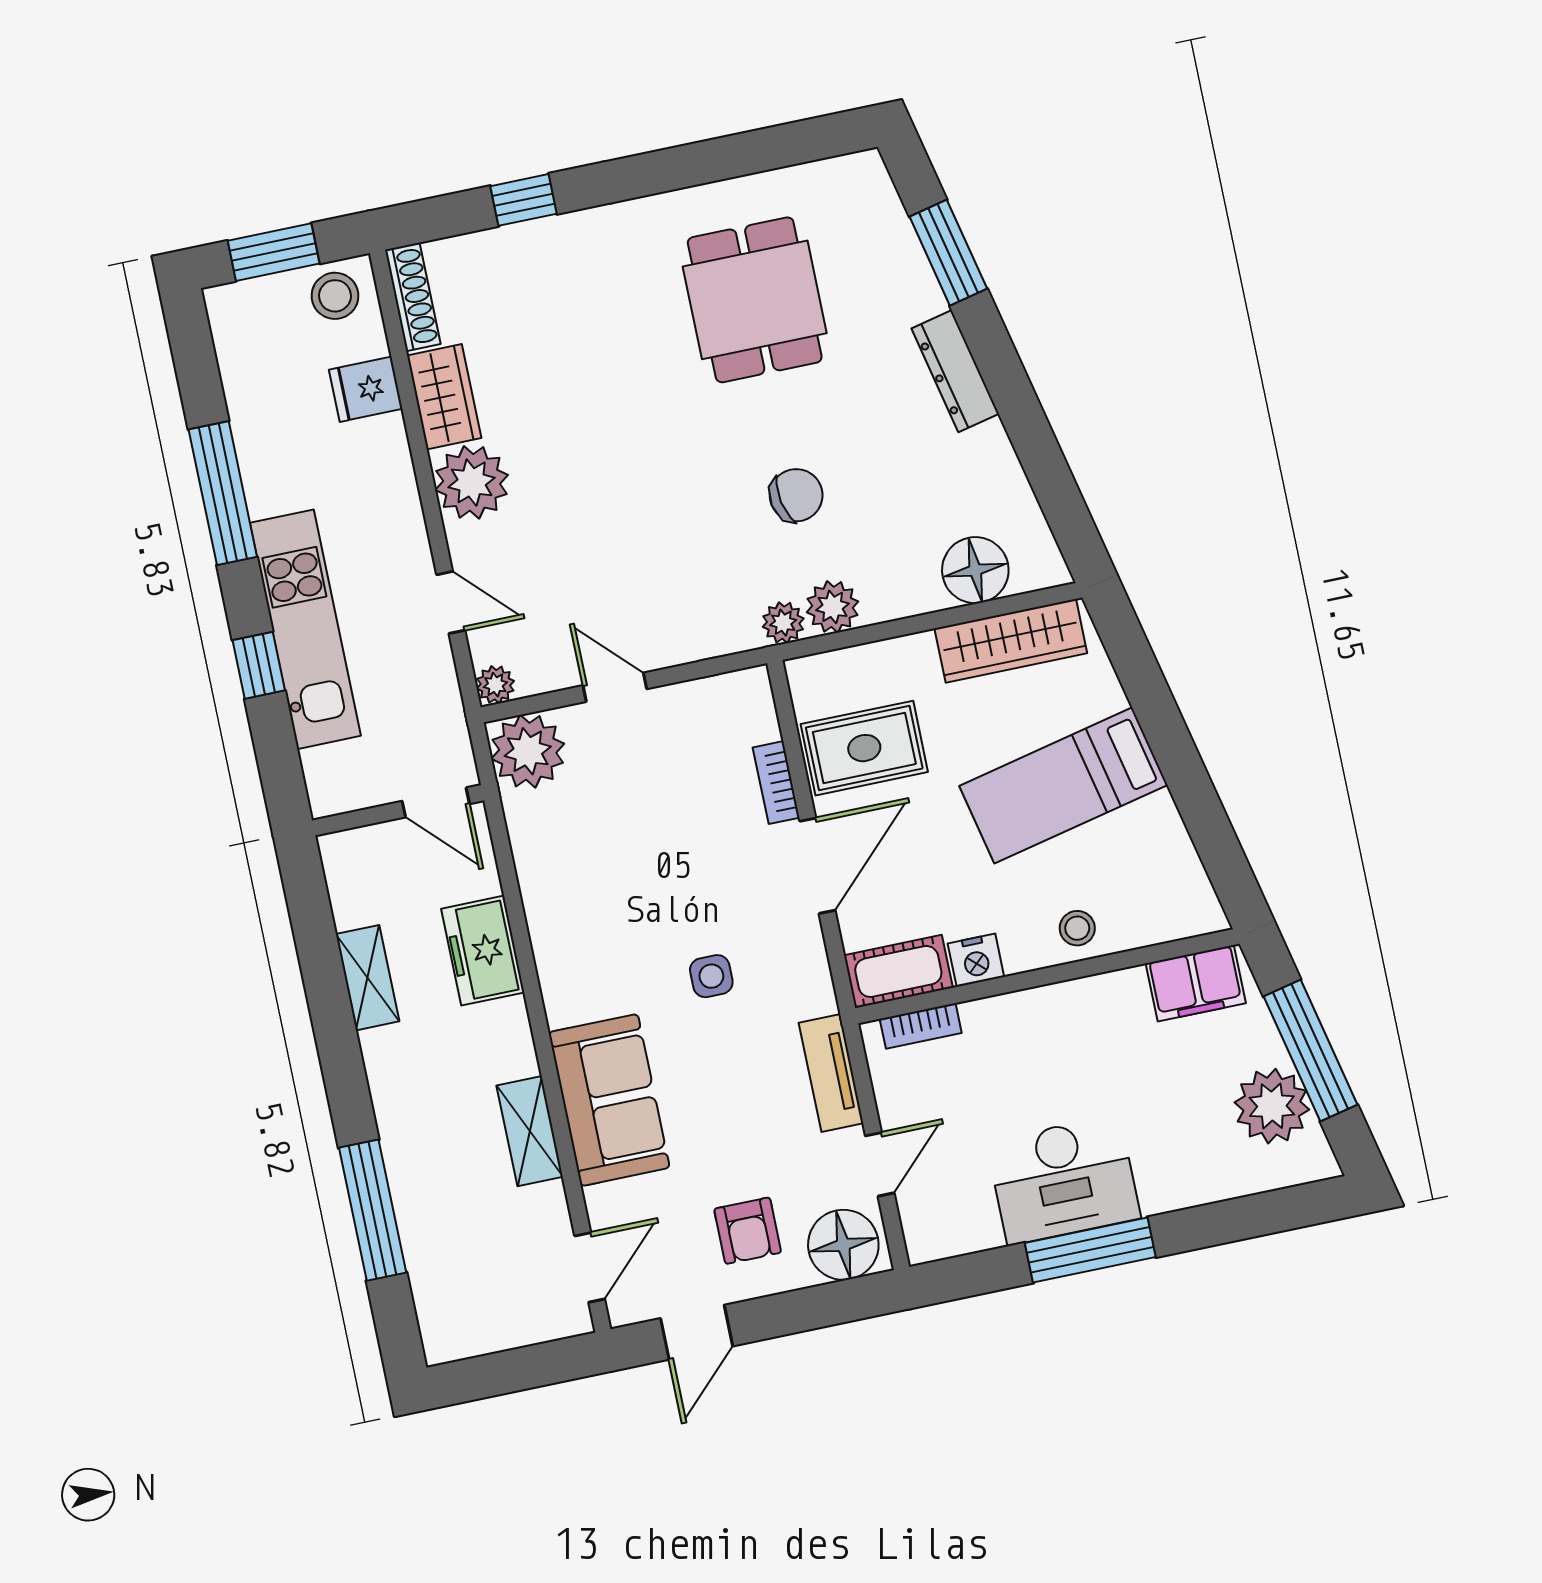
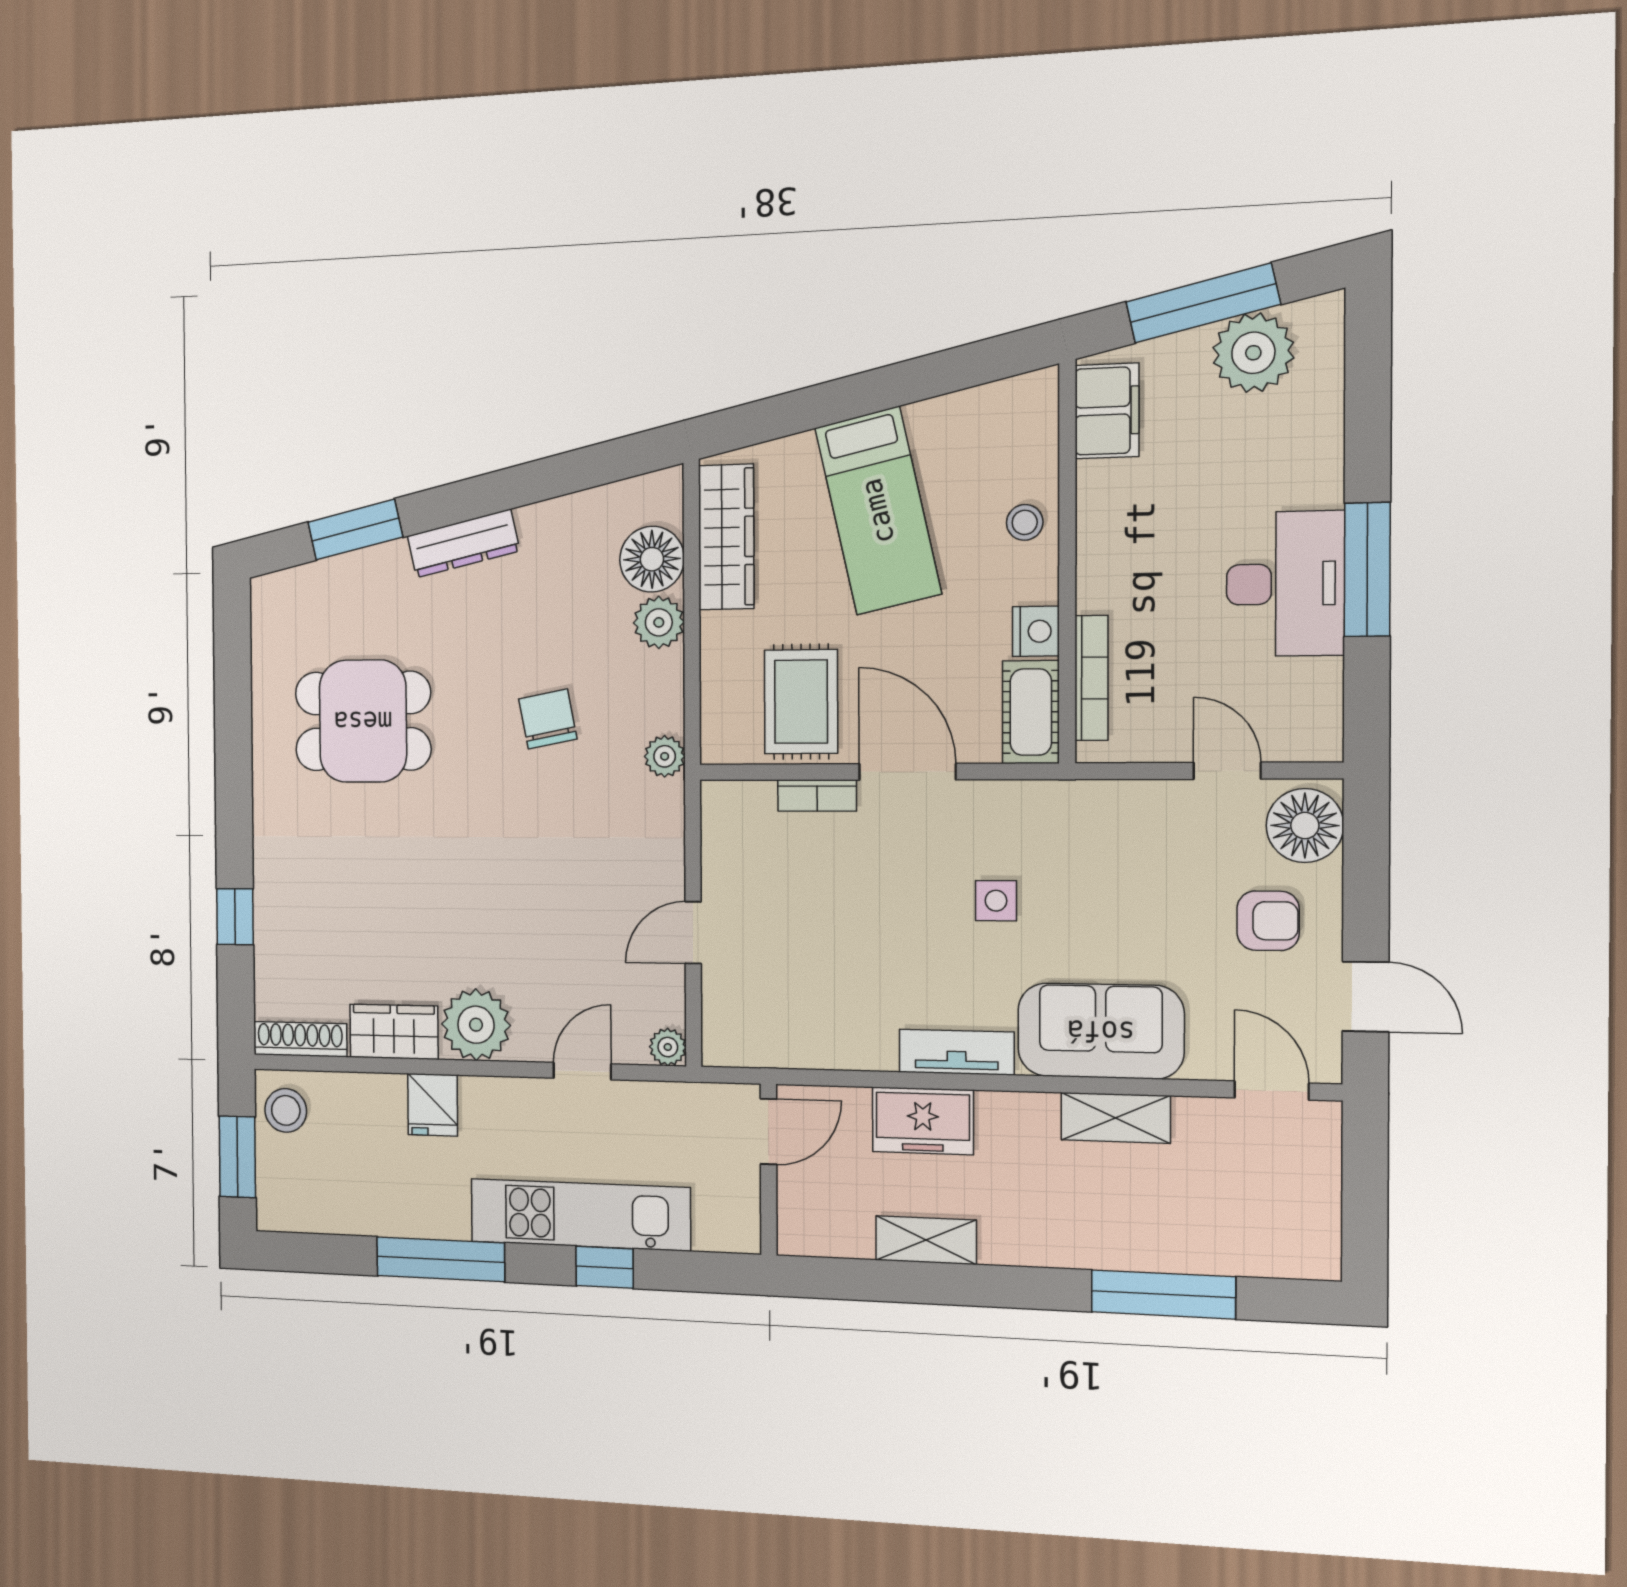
fridge: (366, 389) -> (433, 1105), moved
plant: (833, 607) -> (659, 622), moved
plant: (528, 751) -> (737, 1031), removed
bookcase: (921, 1026) -> (1092, 678), width x1.56
tv unit: (831, 1073) -> (957, 1052), moved, turned 180

